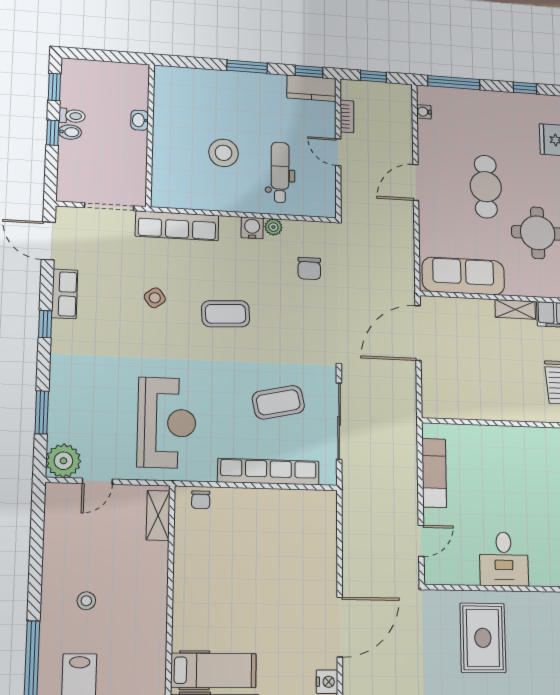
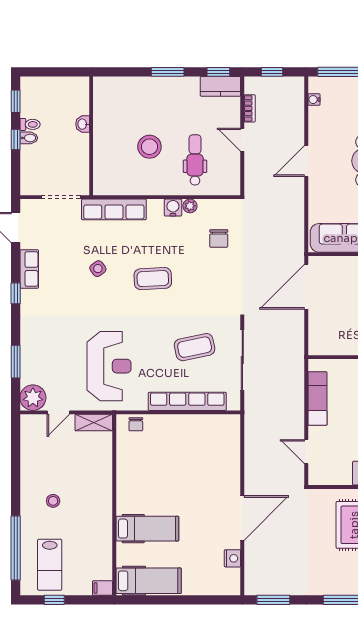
shelving: (158, 515) -> (94, 423), moved, turned 90
door: (421, 541) -> (306, 452), swing flipped
hospital bed: (214, 670) -> (147, 529), moved

